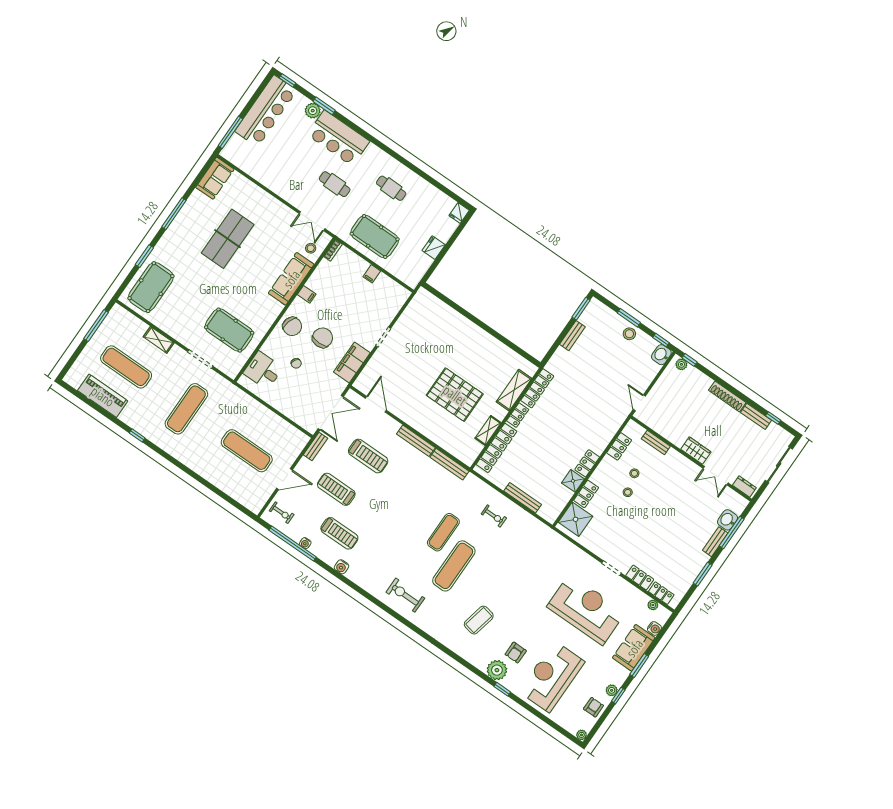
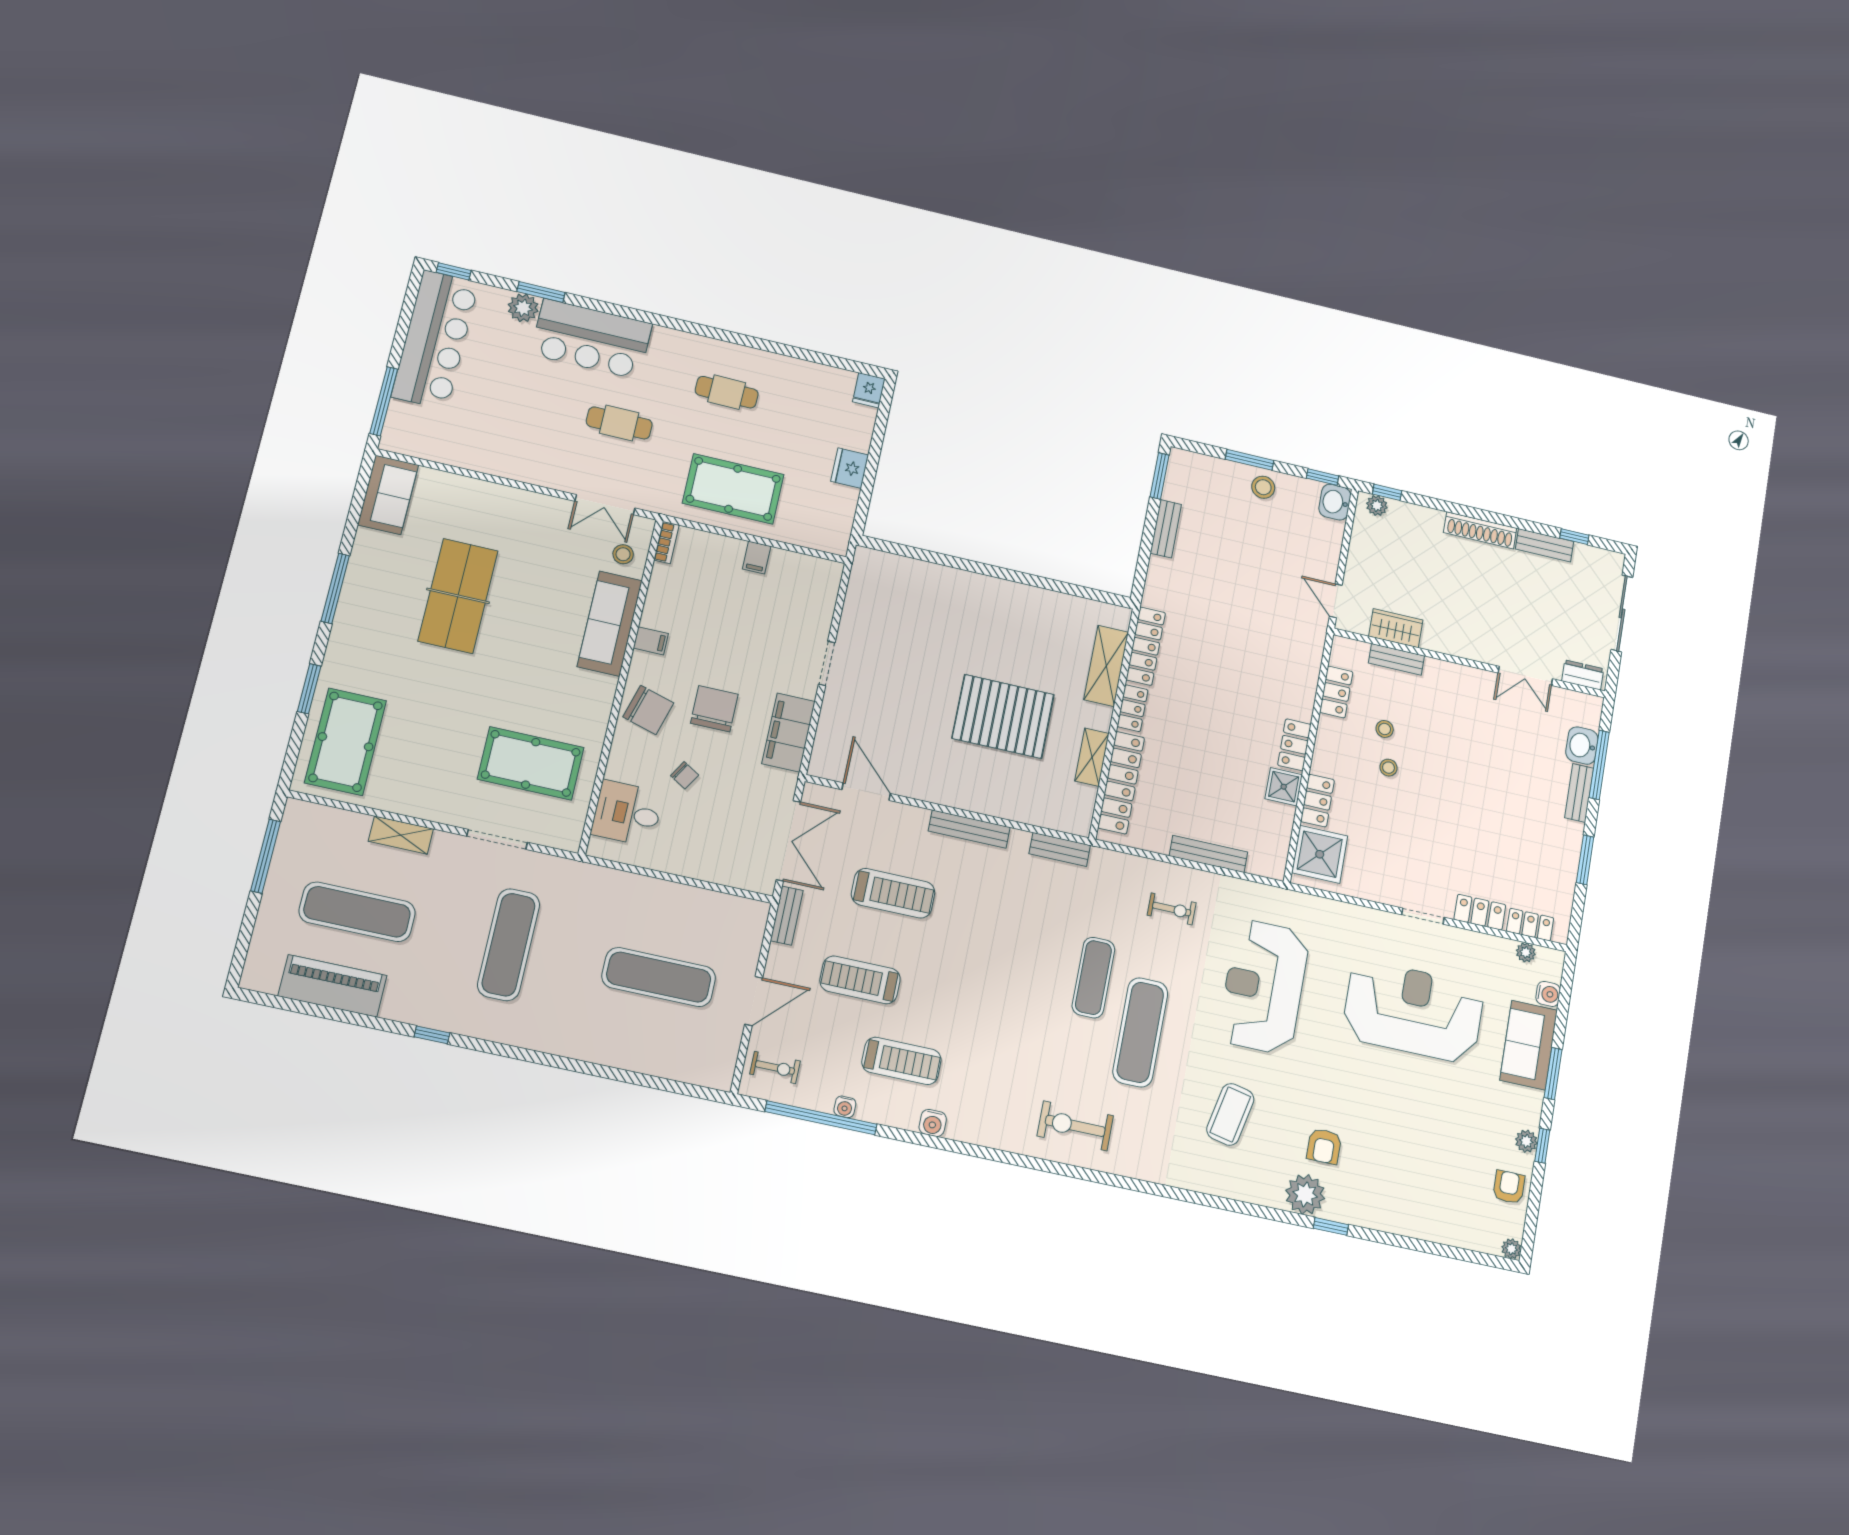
wardrobe: (696, 451) -> (1396, 628), moved
bench: (449, 464) -> (1060, 849), width x0.73
reception desk: (552, 677) -> (1264, 987), moved

